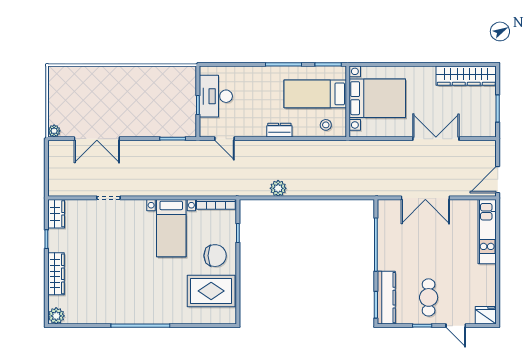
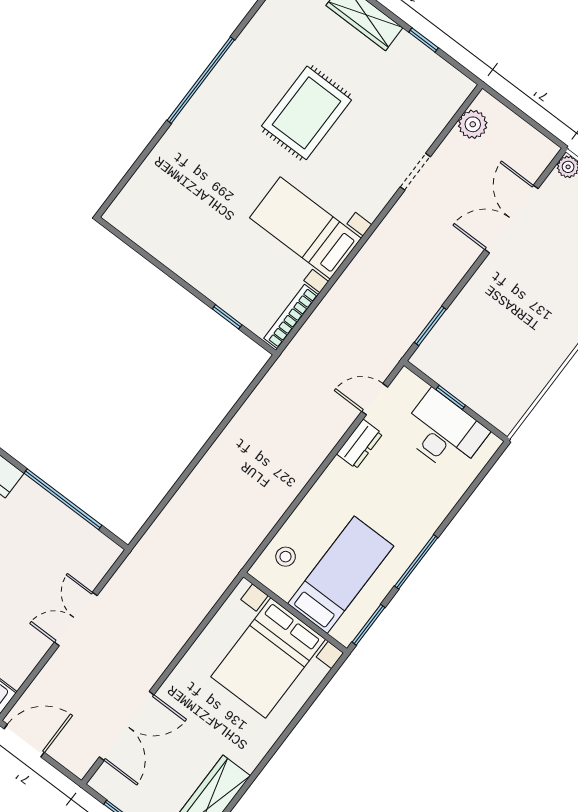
dresser: (279, 130) -> (360, 444), moved
double door: (436, 139) -> (127, 726), moved
door: (498, 180) -> (24, 741), hinge flipped
plant: (278, 188) -> (473, 124), moved
double door: (425, 198) -> (76, 619), width x0.73
wardrobe: (56, 214) -> (449, 81), removed
chair: (215, 256) -> (220, 260), removed
rug: (211, 291) -> (307, 113), moved

